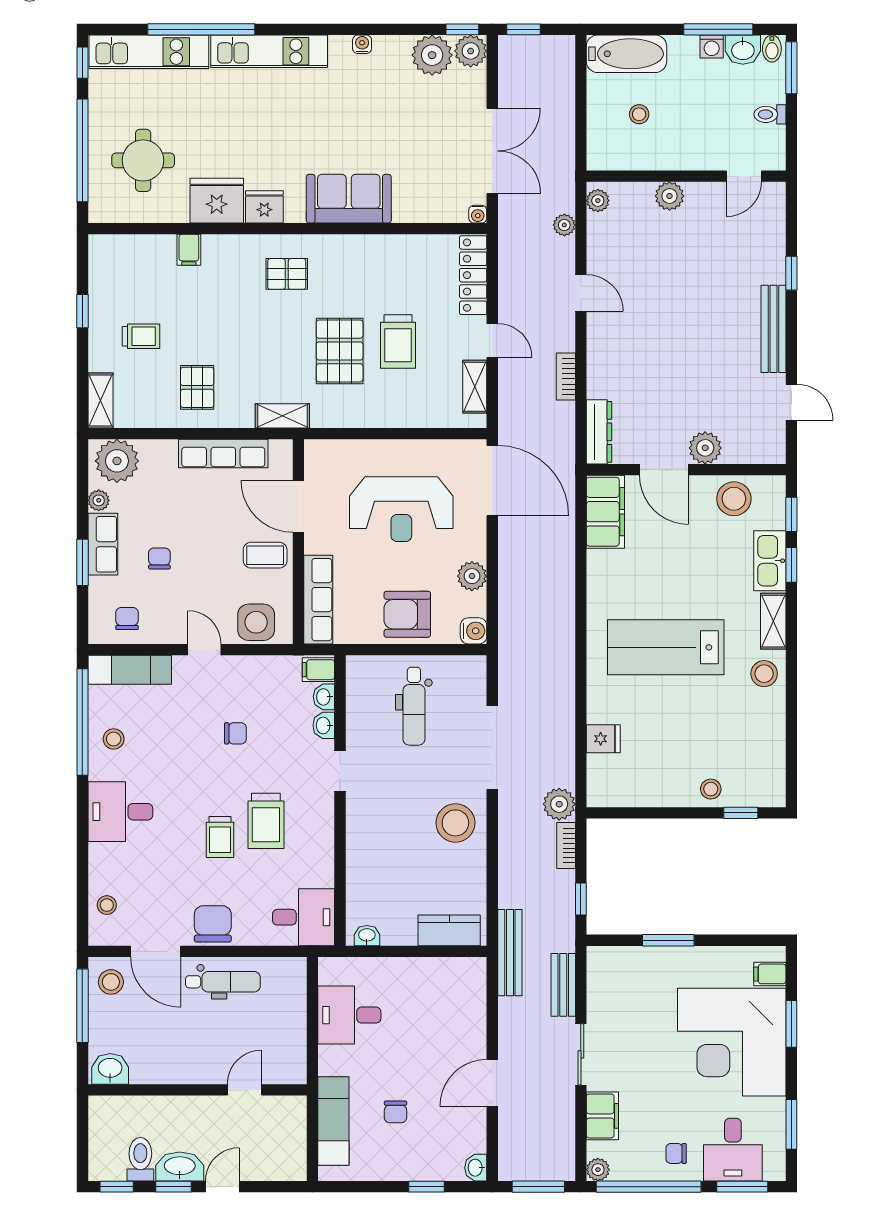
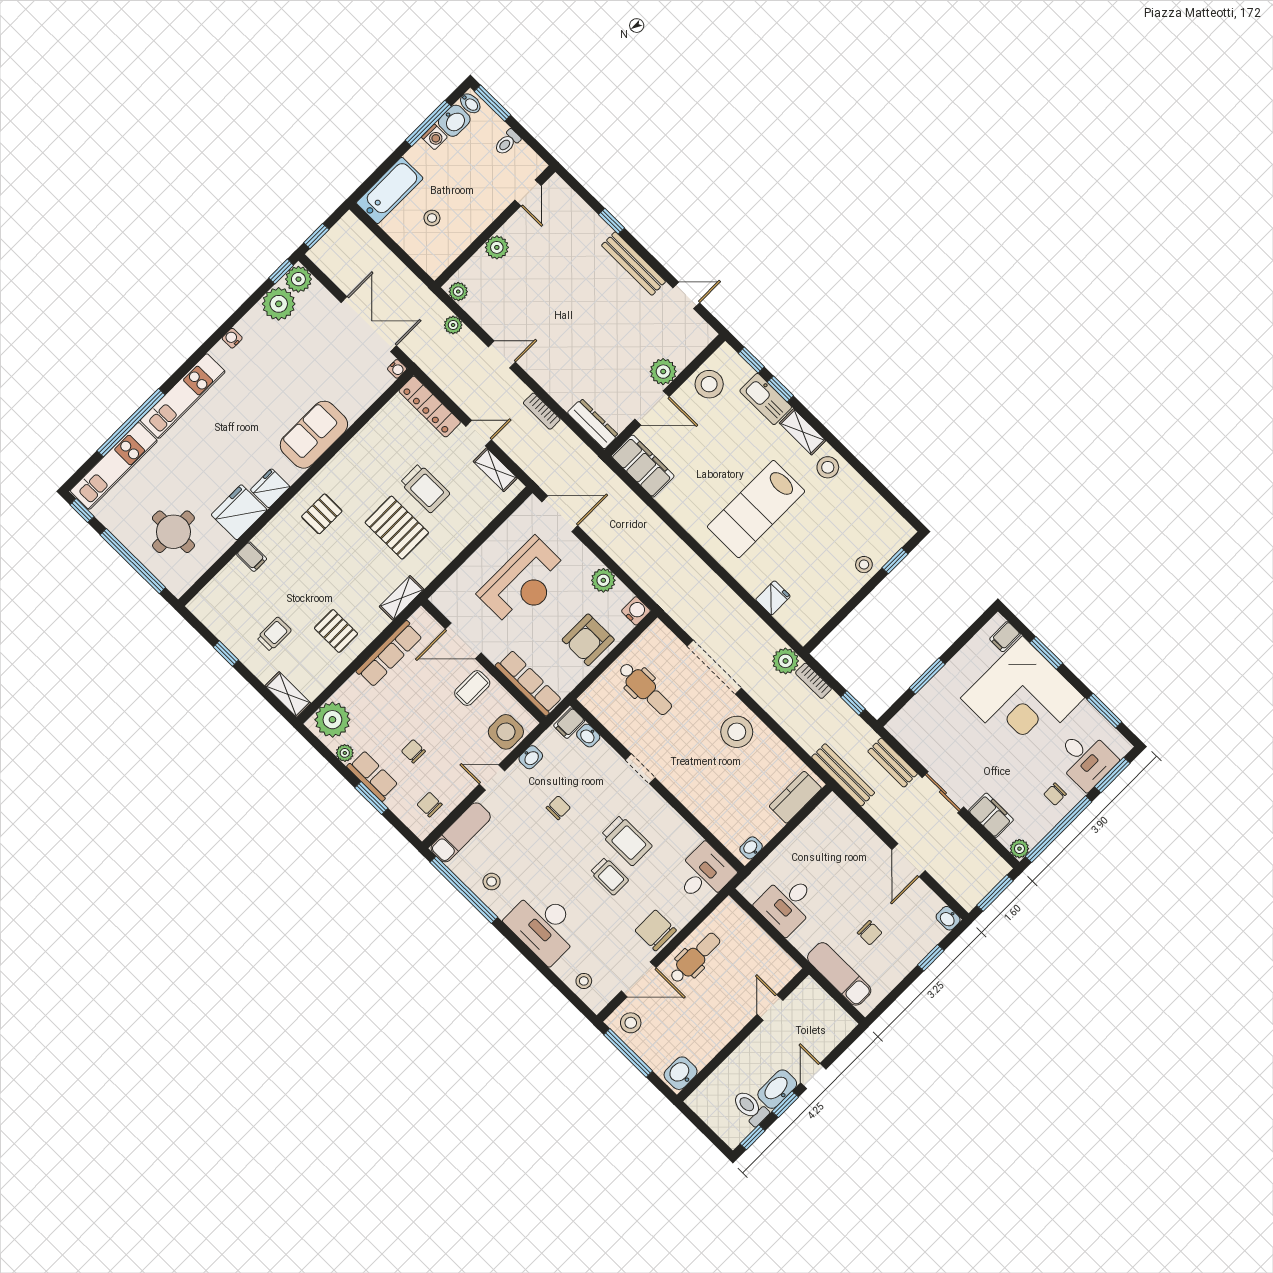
door: (492, 481) -> (560, 514), width x0.73
washbasin: (324, 725) -> (531, 757), moved, turned -90
desk: (120, 812) -> (544, 926), width x1.37

